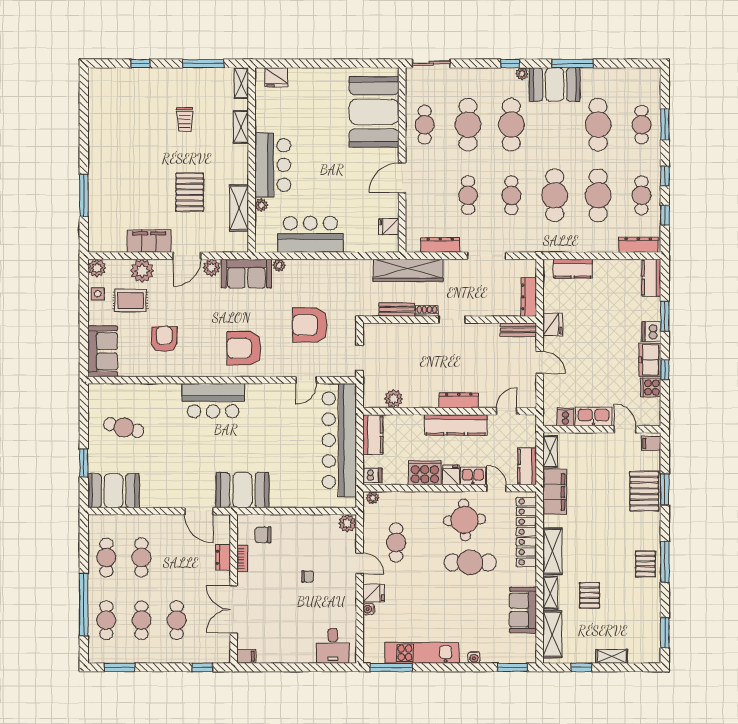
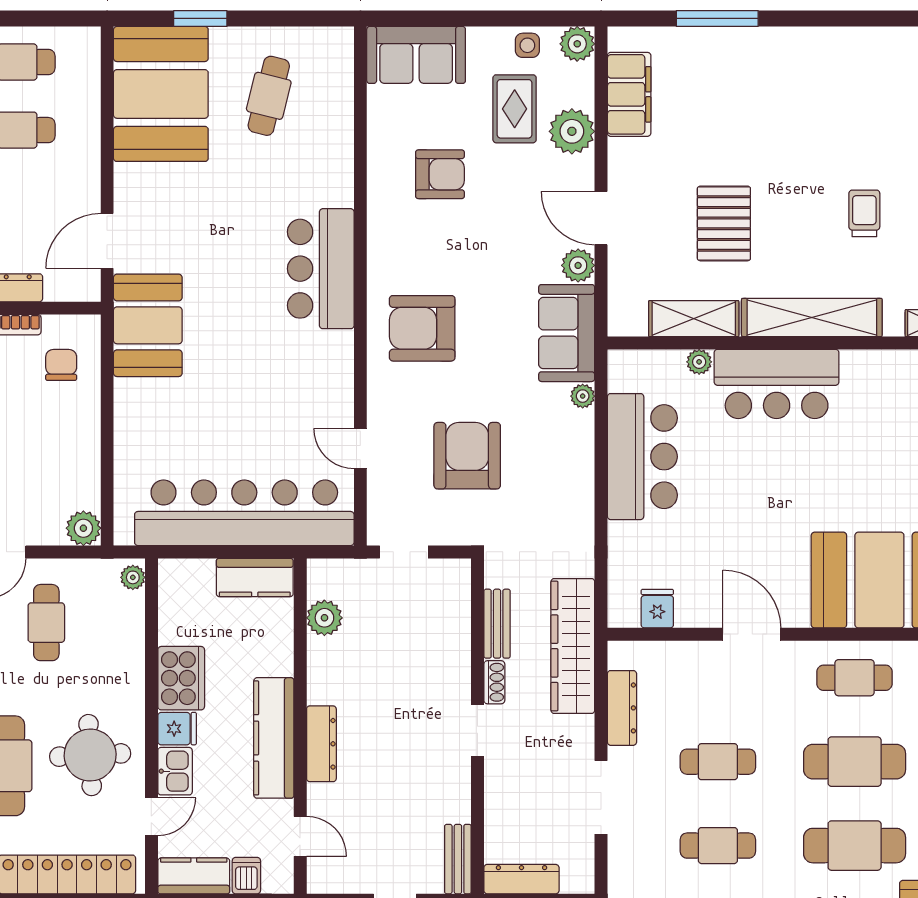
trolley: (185, 120) -> (864, 213), turned 90
shelving: (241, 127) -> (812, 317), width x2.20, depth x1.33
pallet: (190, 192) -> (724, 223), turned 90
filing cabinet: (149, 241) -> (629, 94), moved
armchair: (244, 348) -> (422, 328), turned -90
dishwasher: (372, 475) -> (246, 876), moved, turned 180
booth: (114, 491) -> (161, 94), width x1.36, depth x1.42
cafe table: (396, 543) -> (46, 623), turned 90

